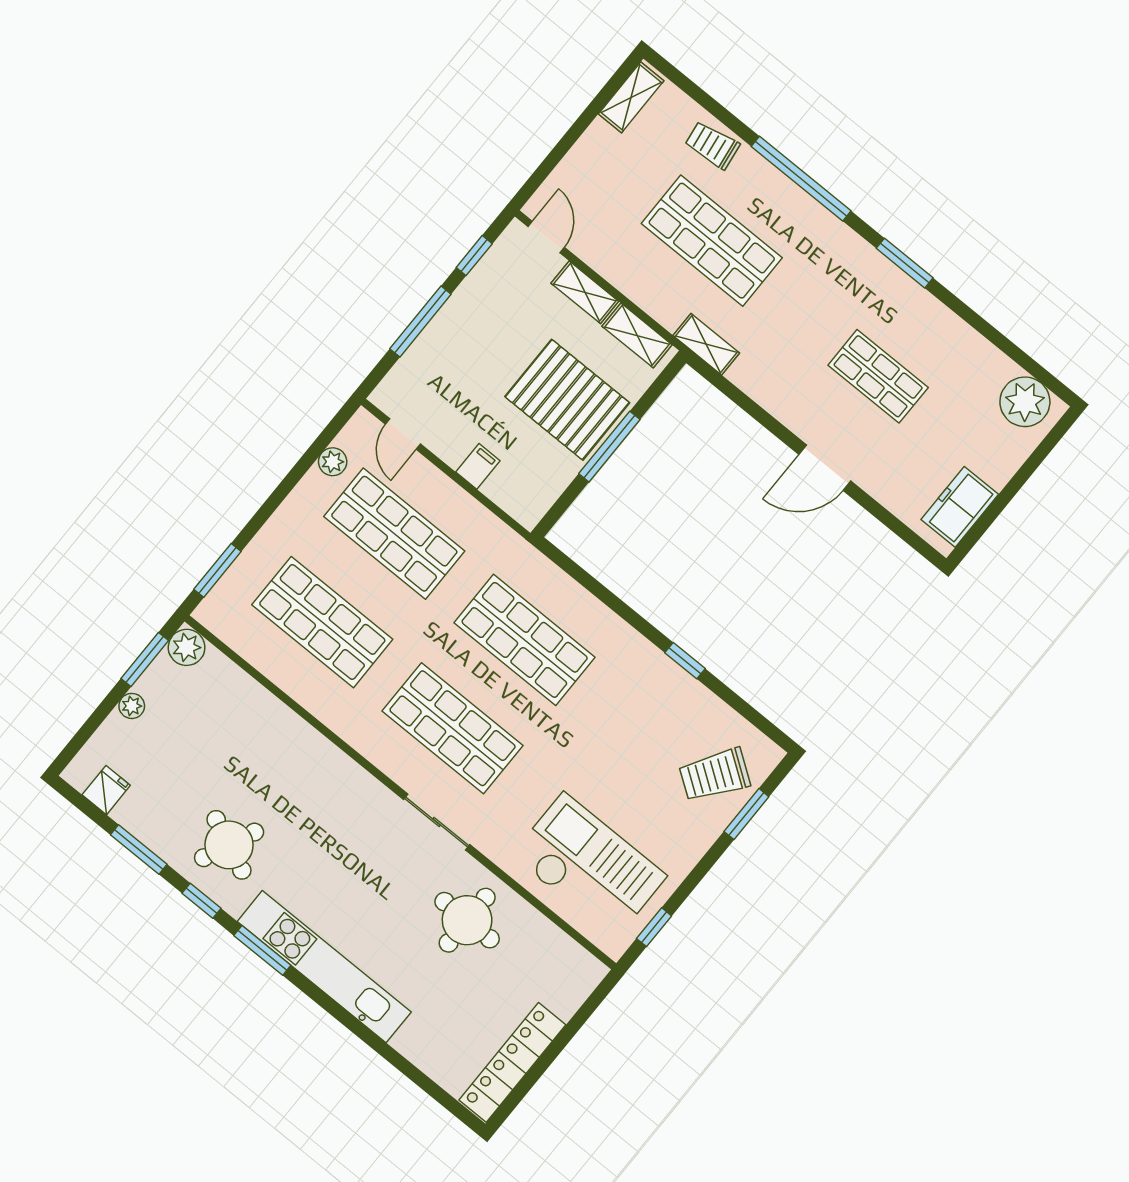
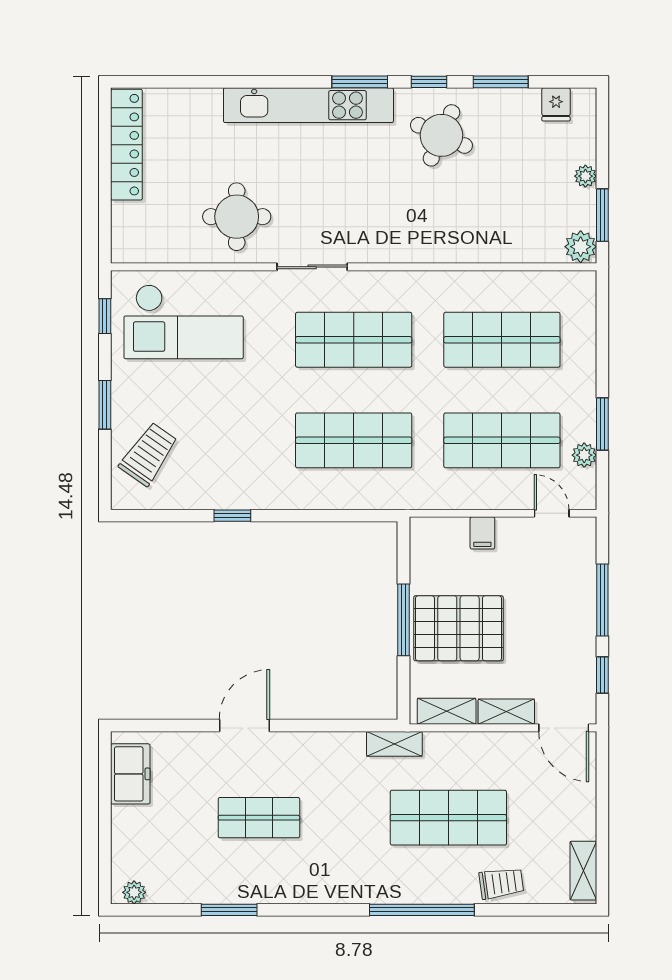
door: (546, 237) -> (564, 728), width x1.38
window: (905, 263) -> (229, 910), moved
plant: (1025, 402) -> (134, 892), width x0.53, depth x0.53
window: (217, 570) -> (602, 424), moved
window: (746, 814) -> (105, 405), moved

